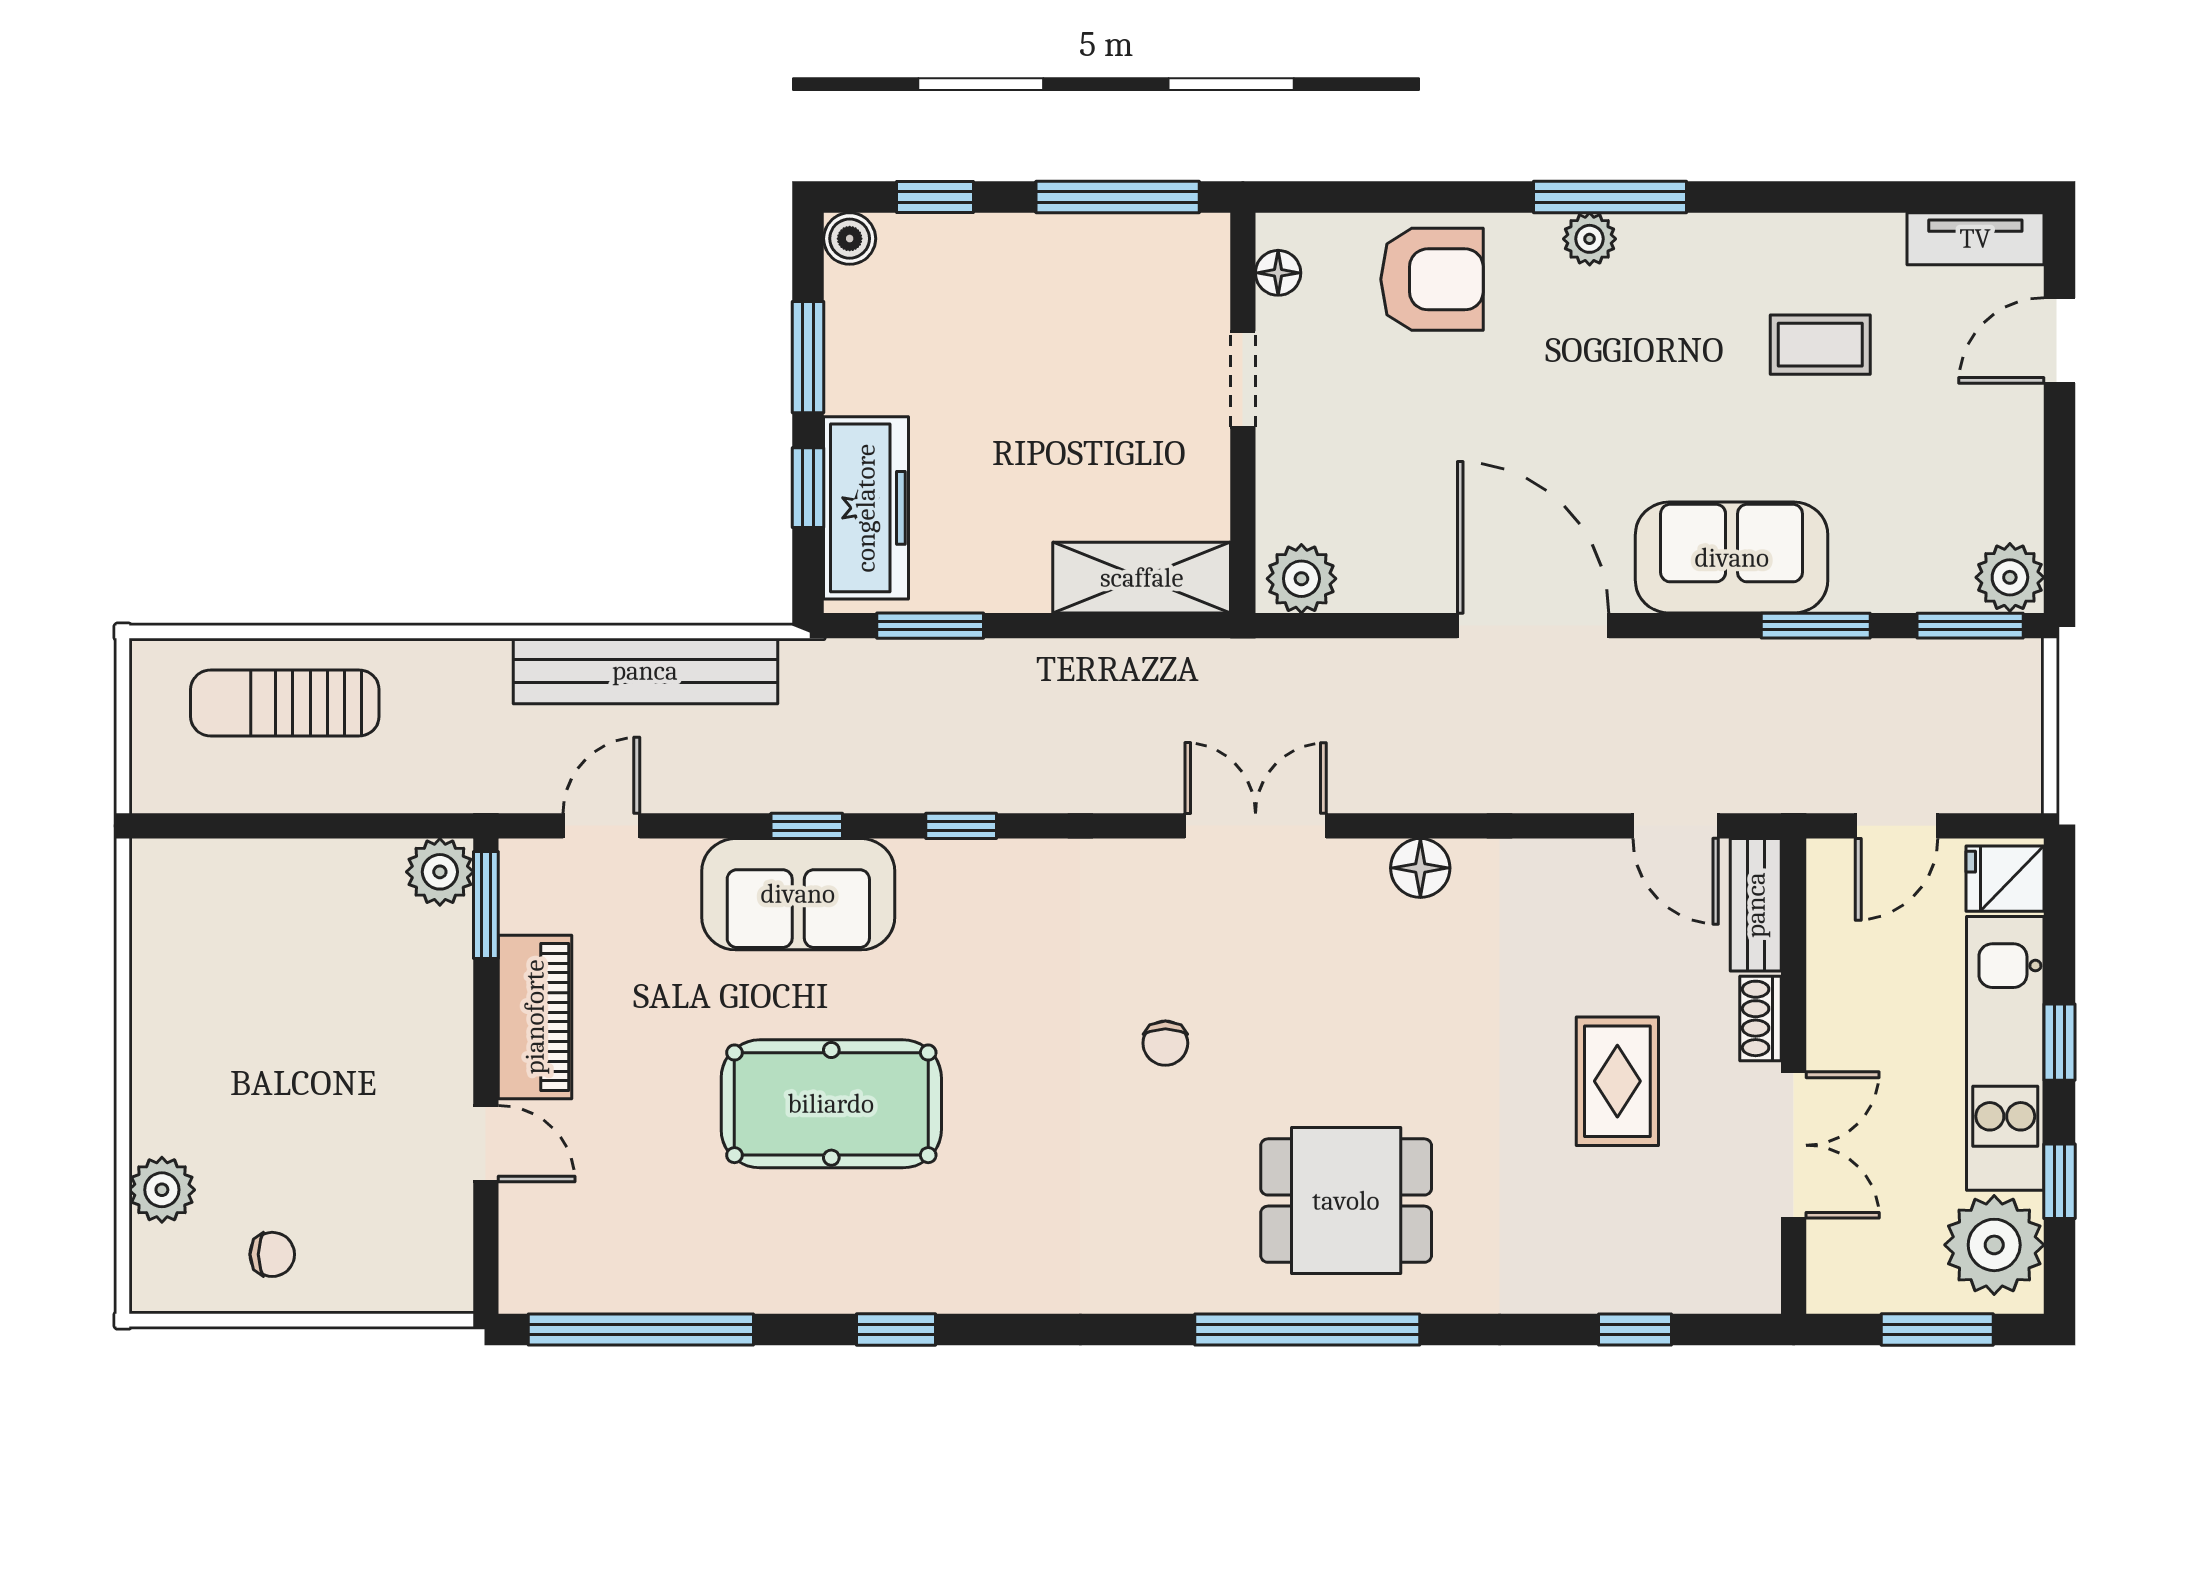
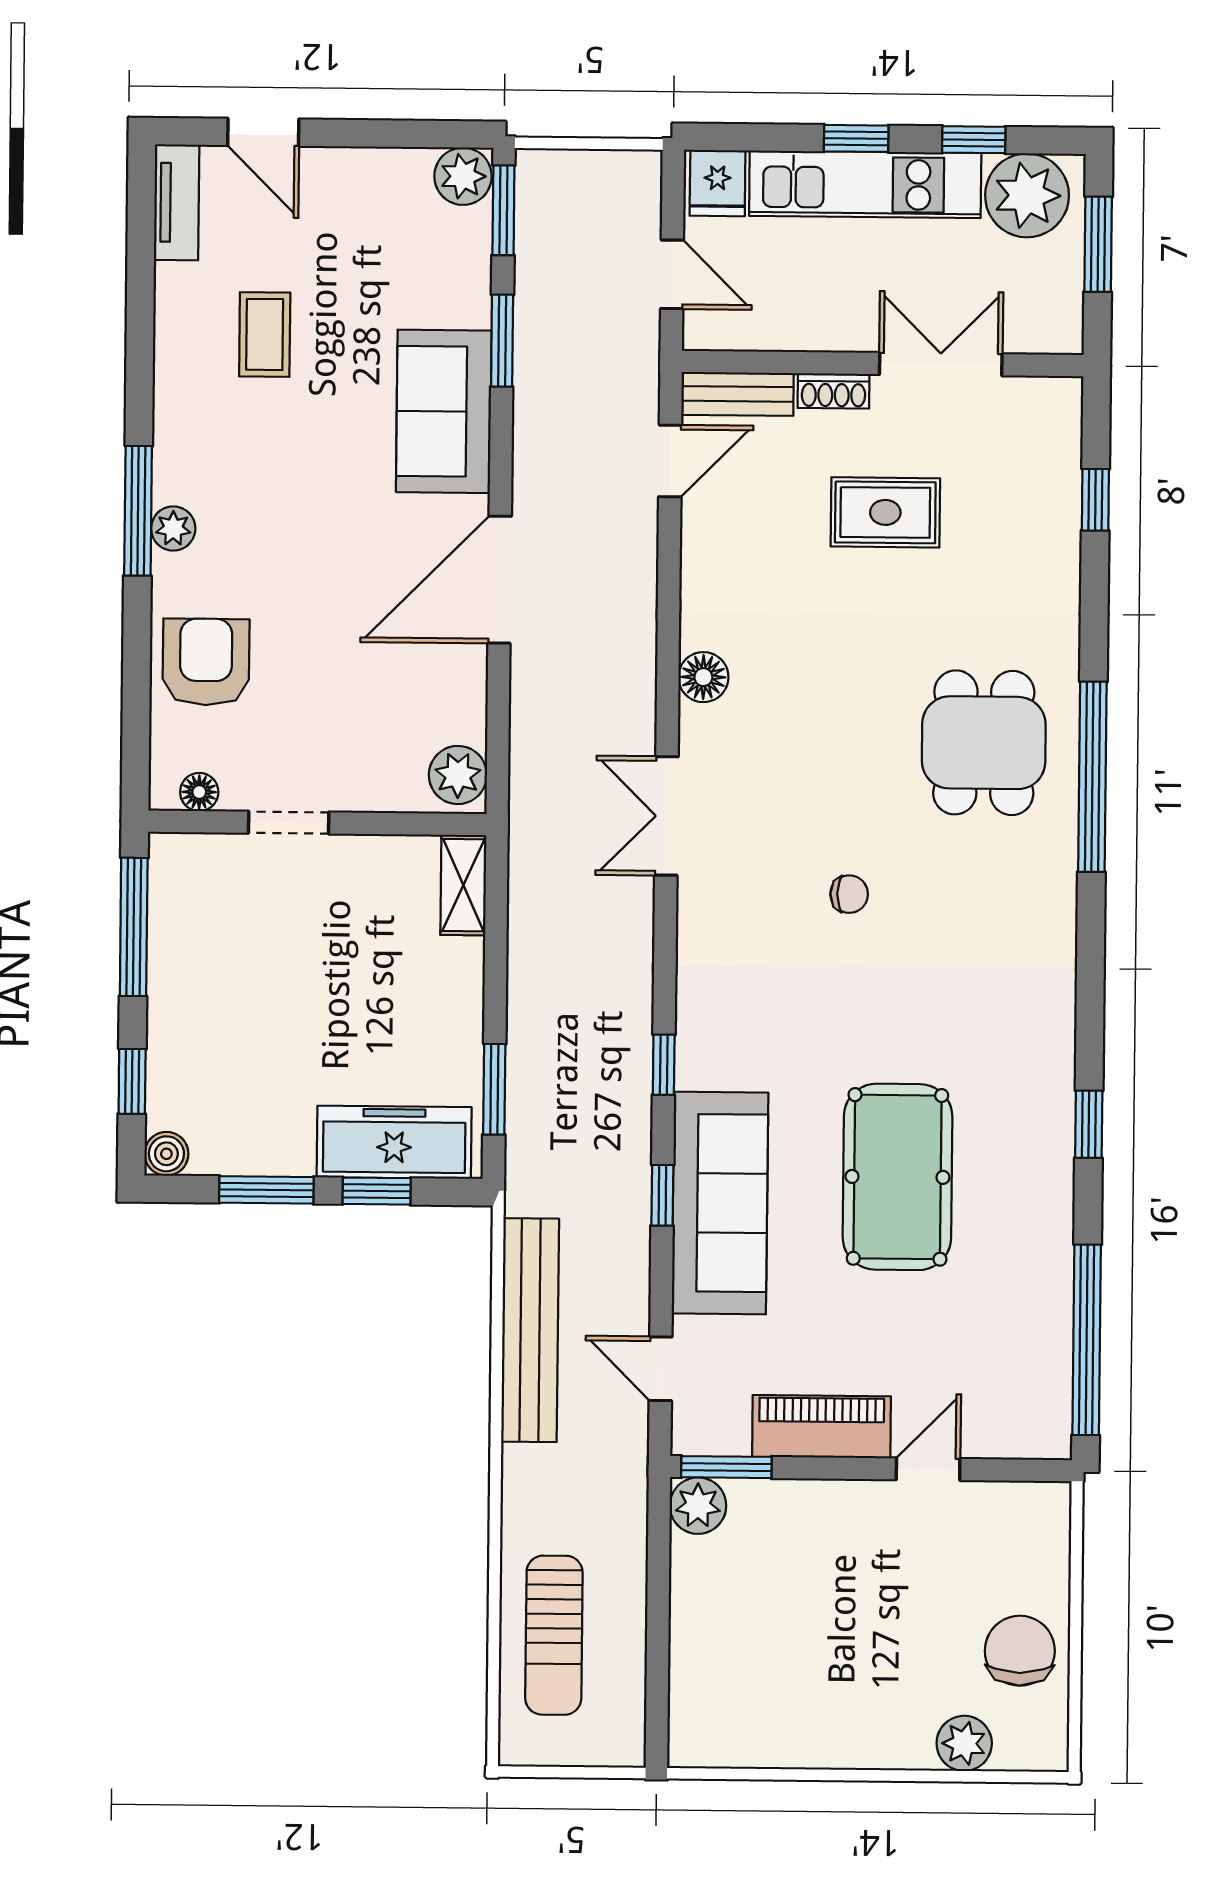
shelving: (1142, 578) -> (463, 885), width x0.67, depth x0.75
sofa: (798, 894) -> (720, 1203), width x1.36
chair: (272, 1254) -> (1020, 1651), width x1.87, depth x1.87

